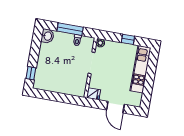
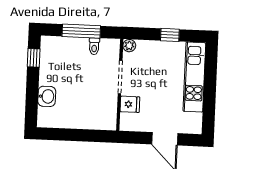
washbasin: (47, 36) -> (47, 96), moved
window: (31, 73) -> (34, 58), moved
fridge: (93, 94) -> (130, 104), moved

